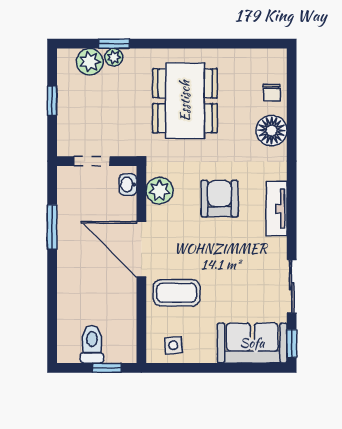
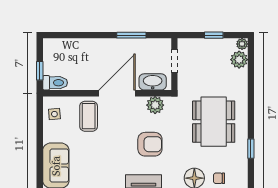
window: (114, 44) -> (251, 149), moved
plant: (114, 57) -> (242, 44), moved
dining table: (185, 101) -> (214, 122), turned 90
washbasin: (128, 185) -> (153, 82), width x1.91, depth x1.45
toilet: (92, 344) -> (55, 83), moved

